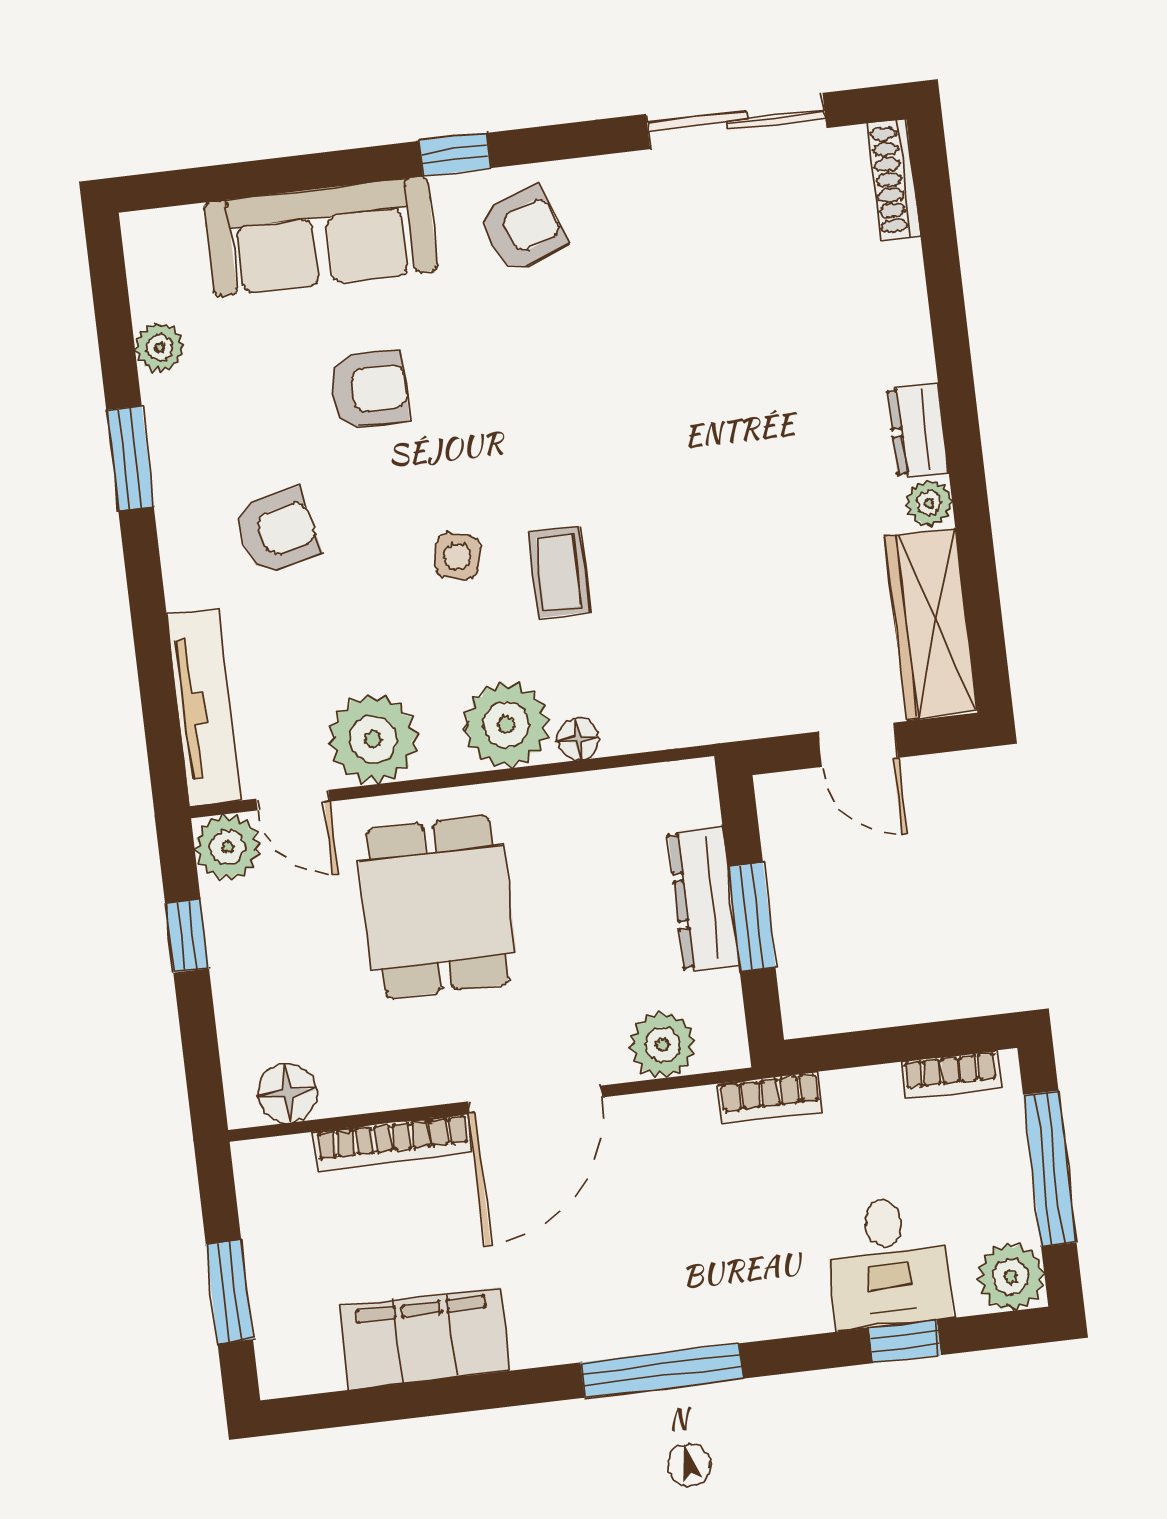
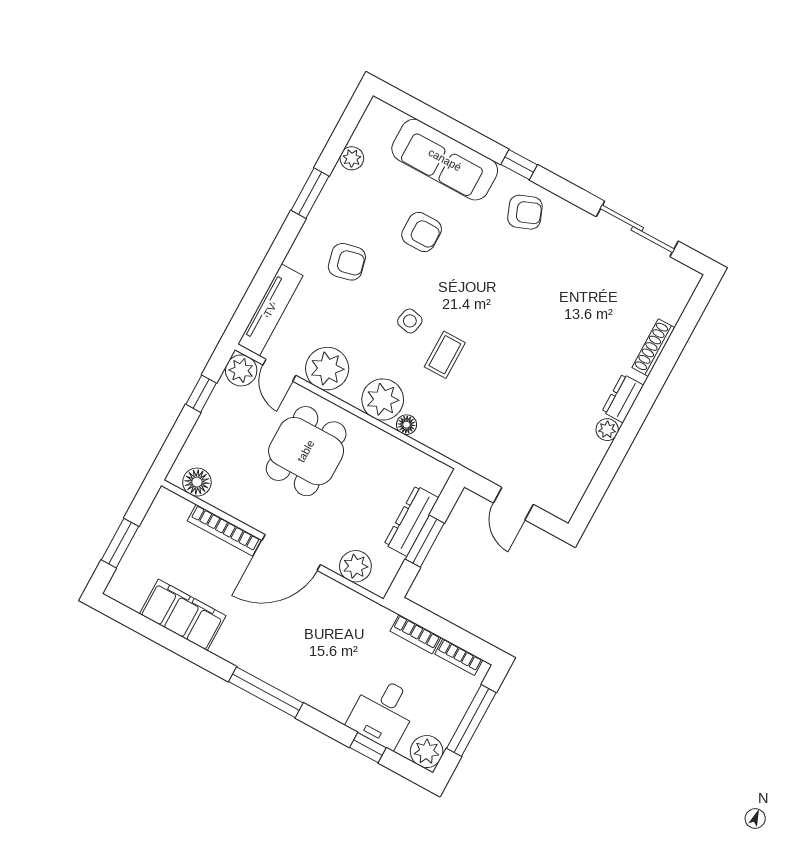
shoe rack: (894, 179) -> (653, 348), moved
wardrobe: (931, 624) -> (575, 477), removed
bookcase: (770, 1098) -> (416, 634), moved

